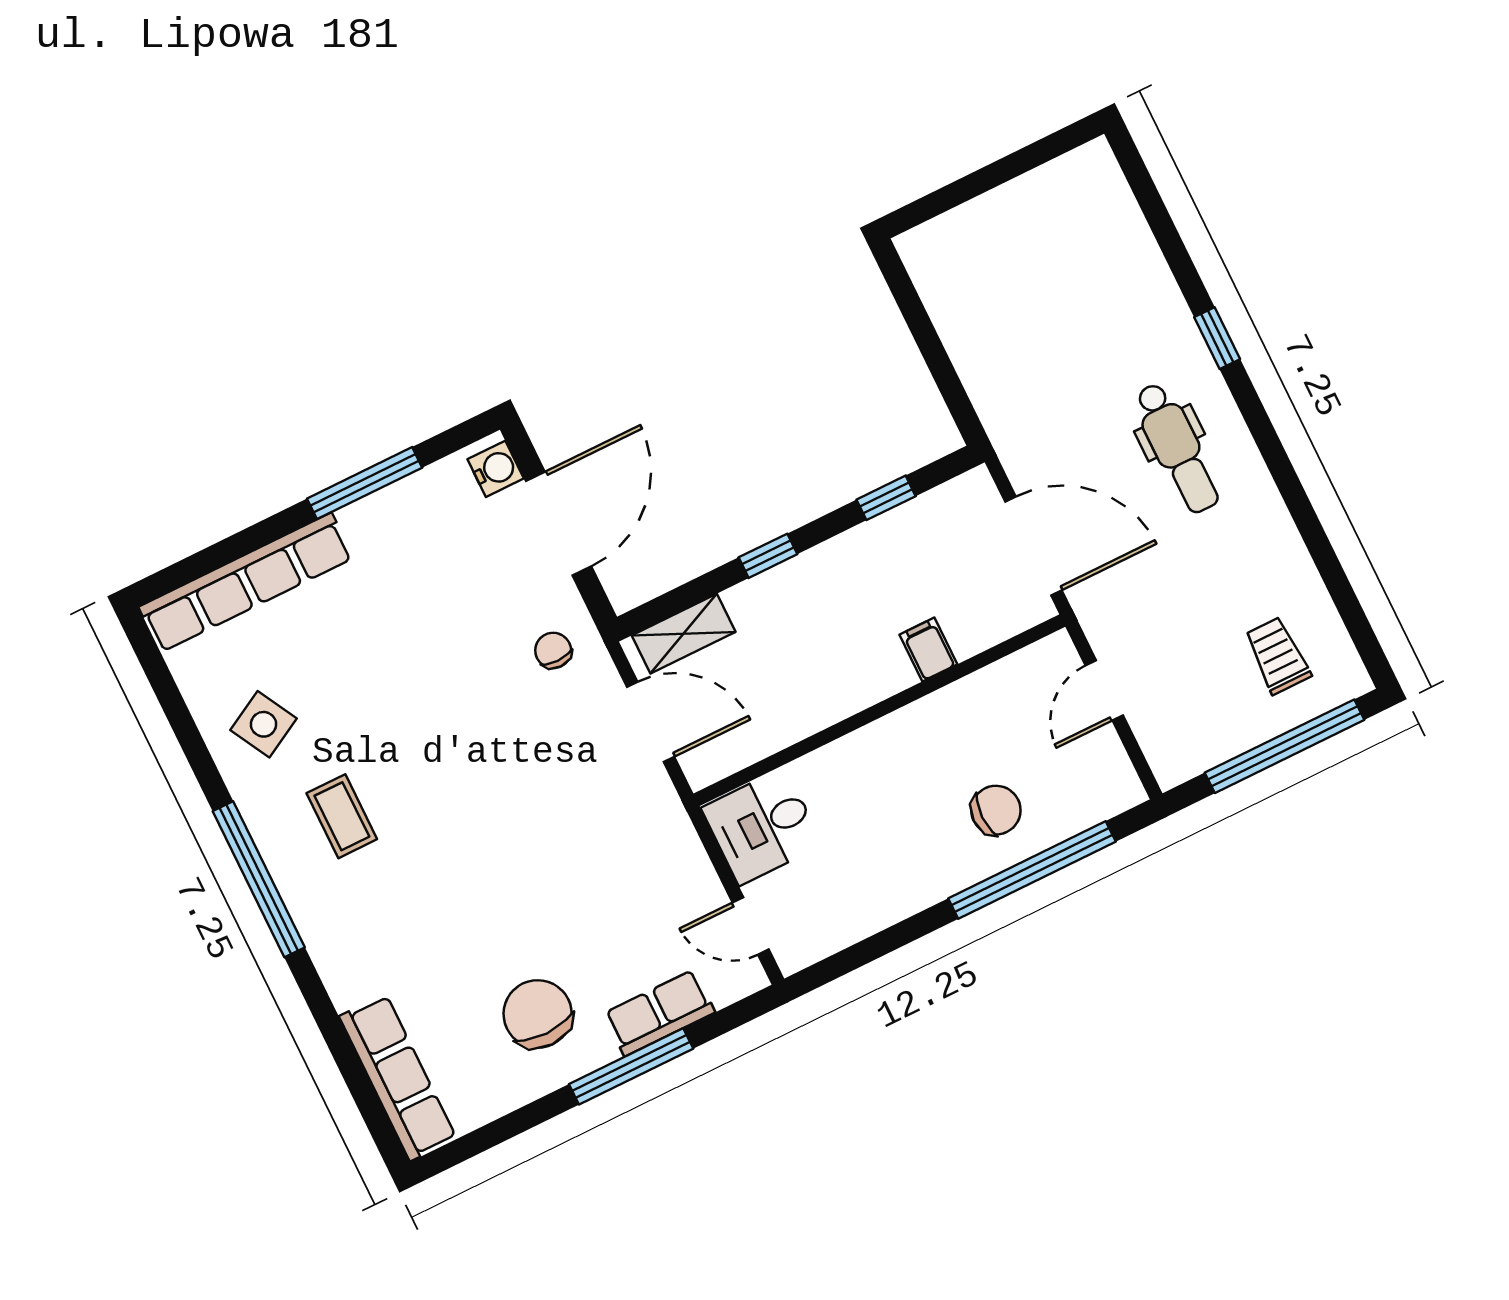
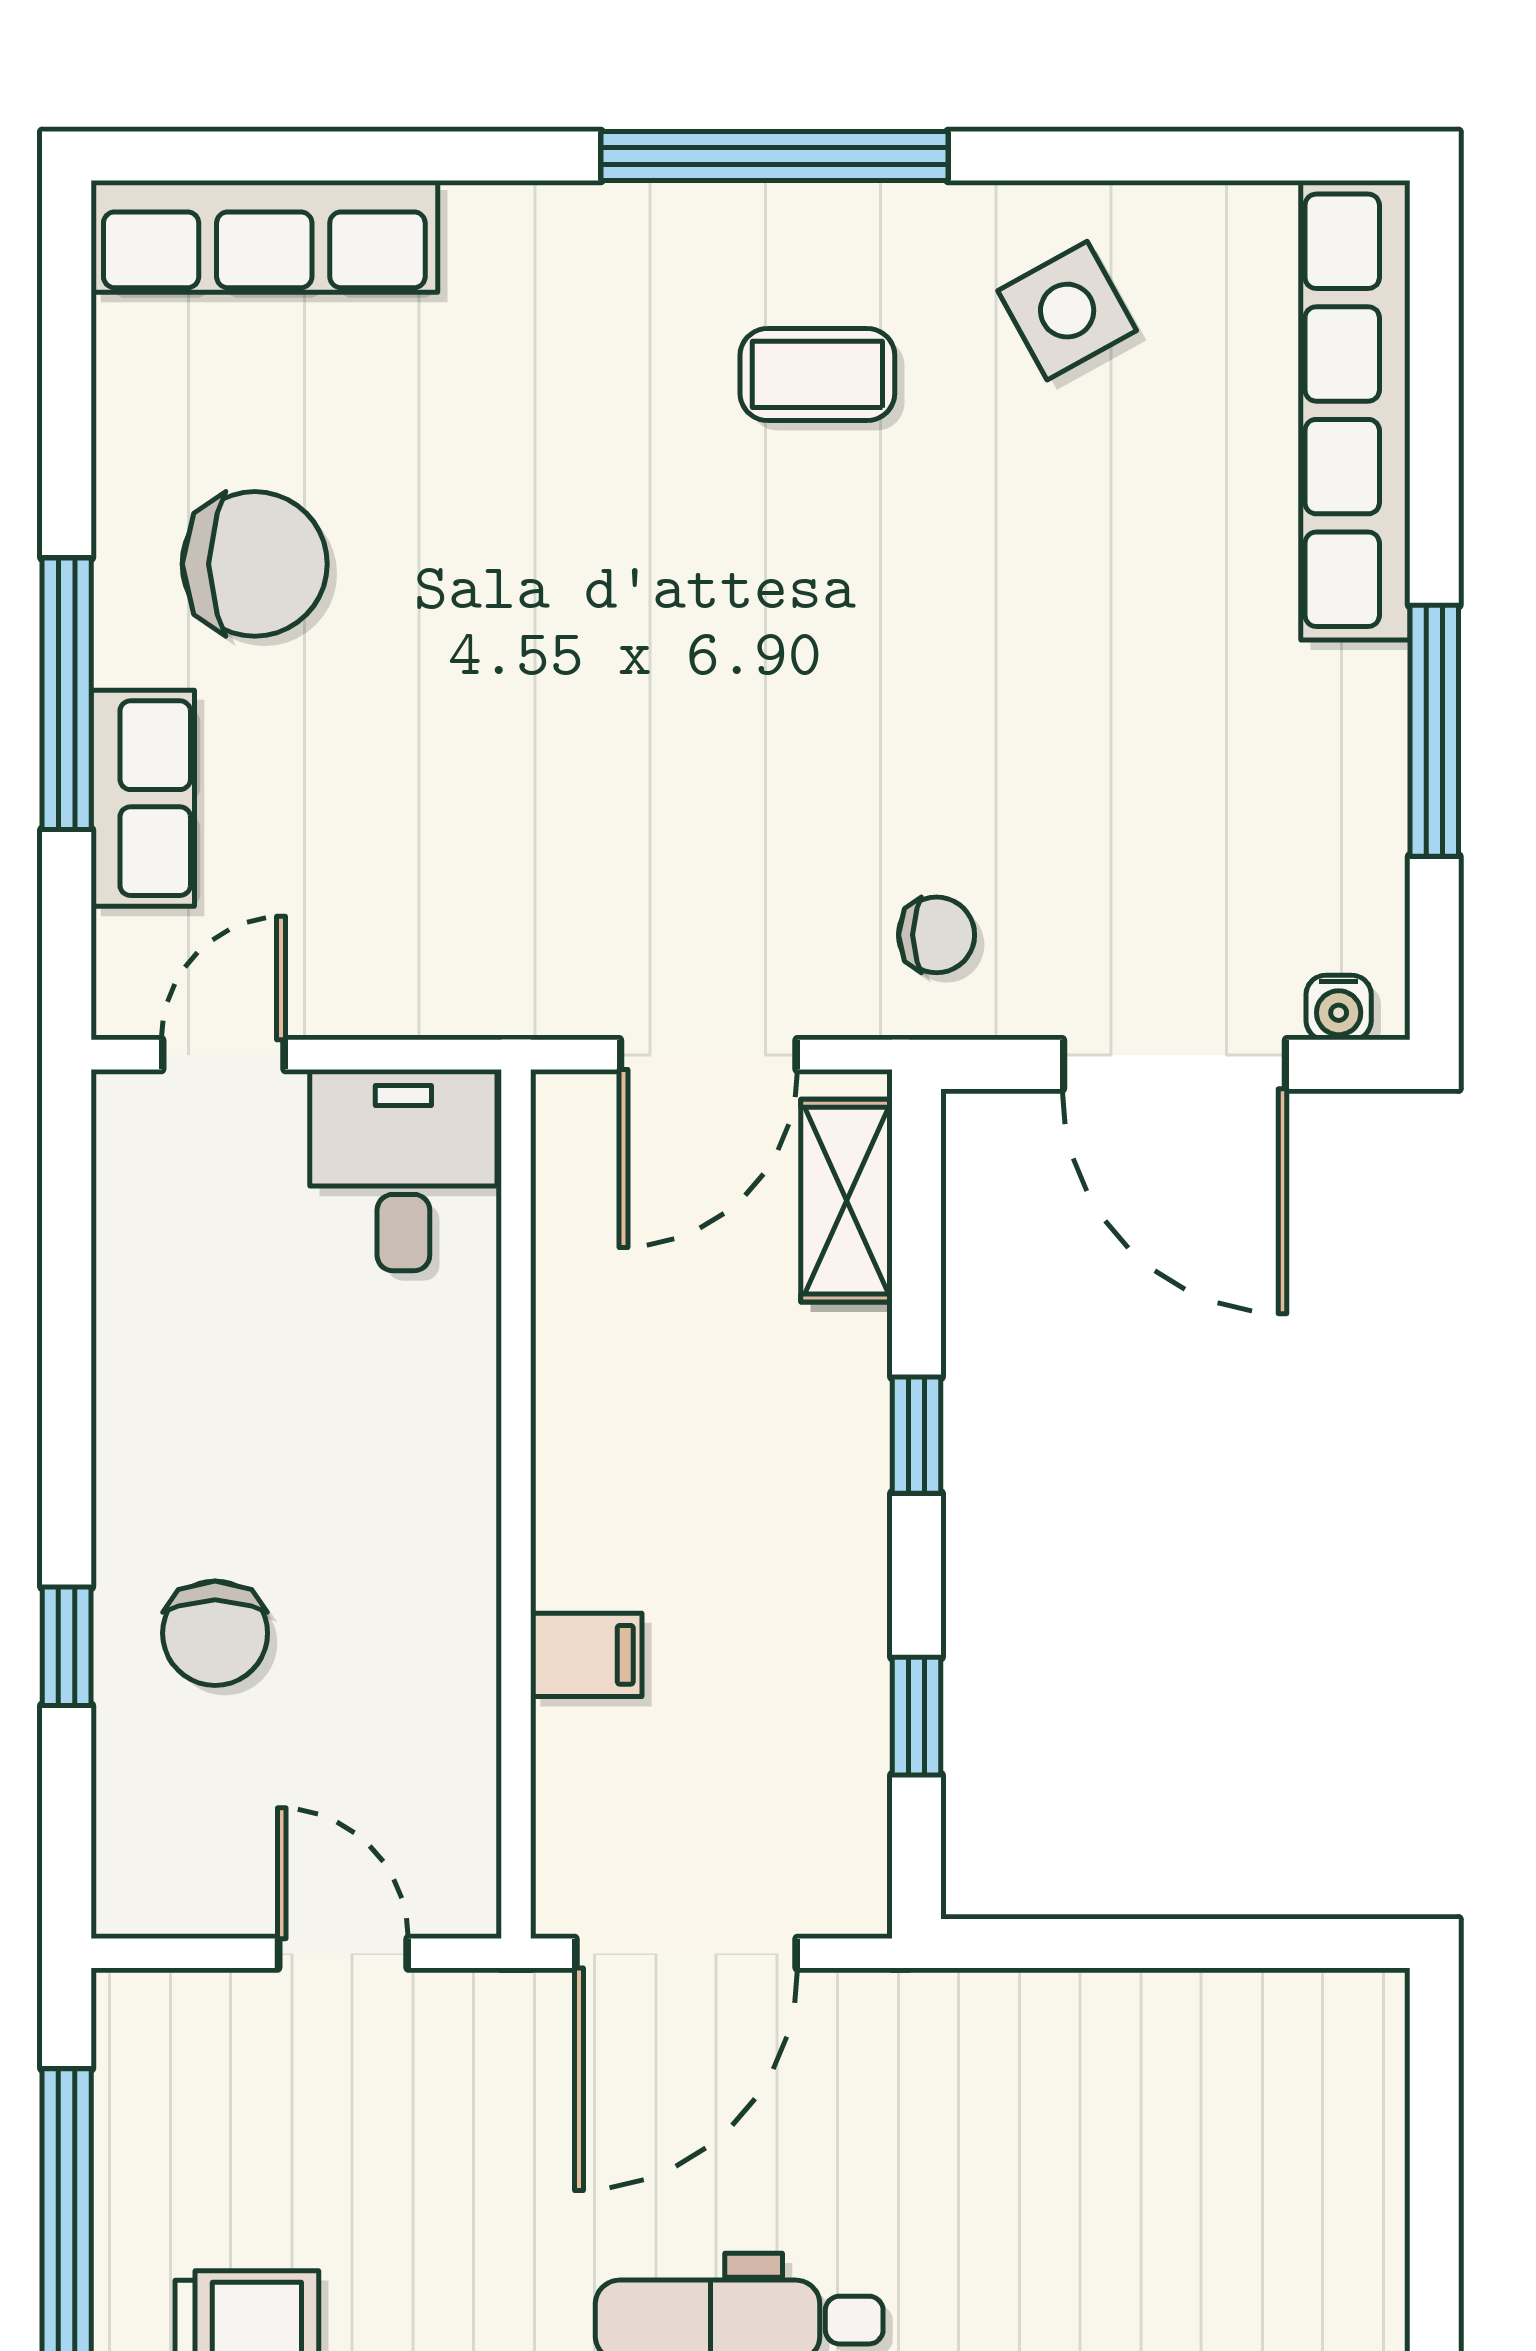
water cooler: (496, 469) -> (1339, 1008), width x0.72, depth x0.72
window: (1032, 870) -> (67, 1646), width x0.32

